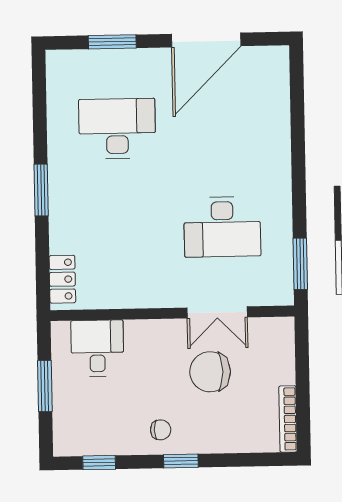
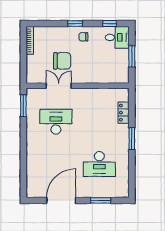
locker: (62, 279) -> (124, 113), moved
desk: (97, 348) -> (117, 37), moved, turned -90

